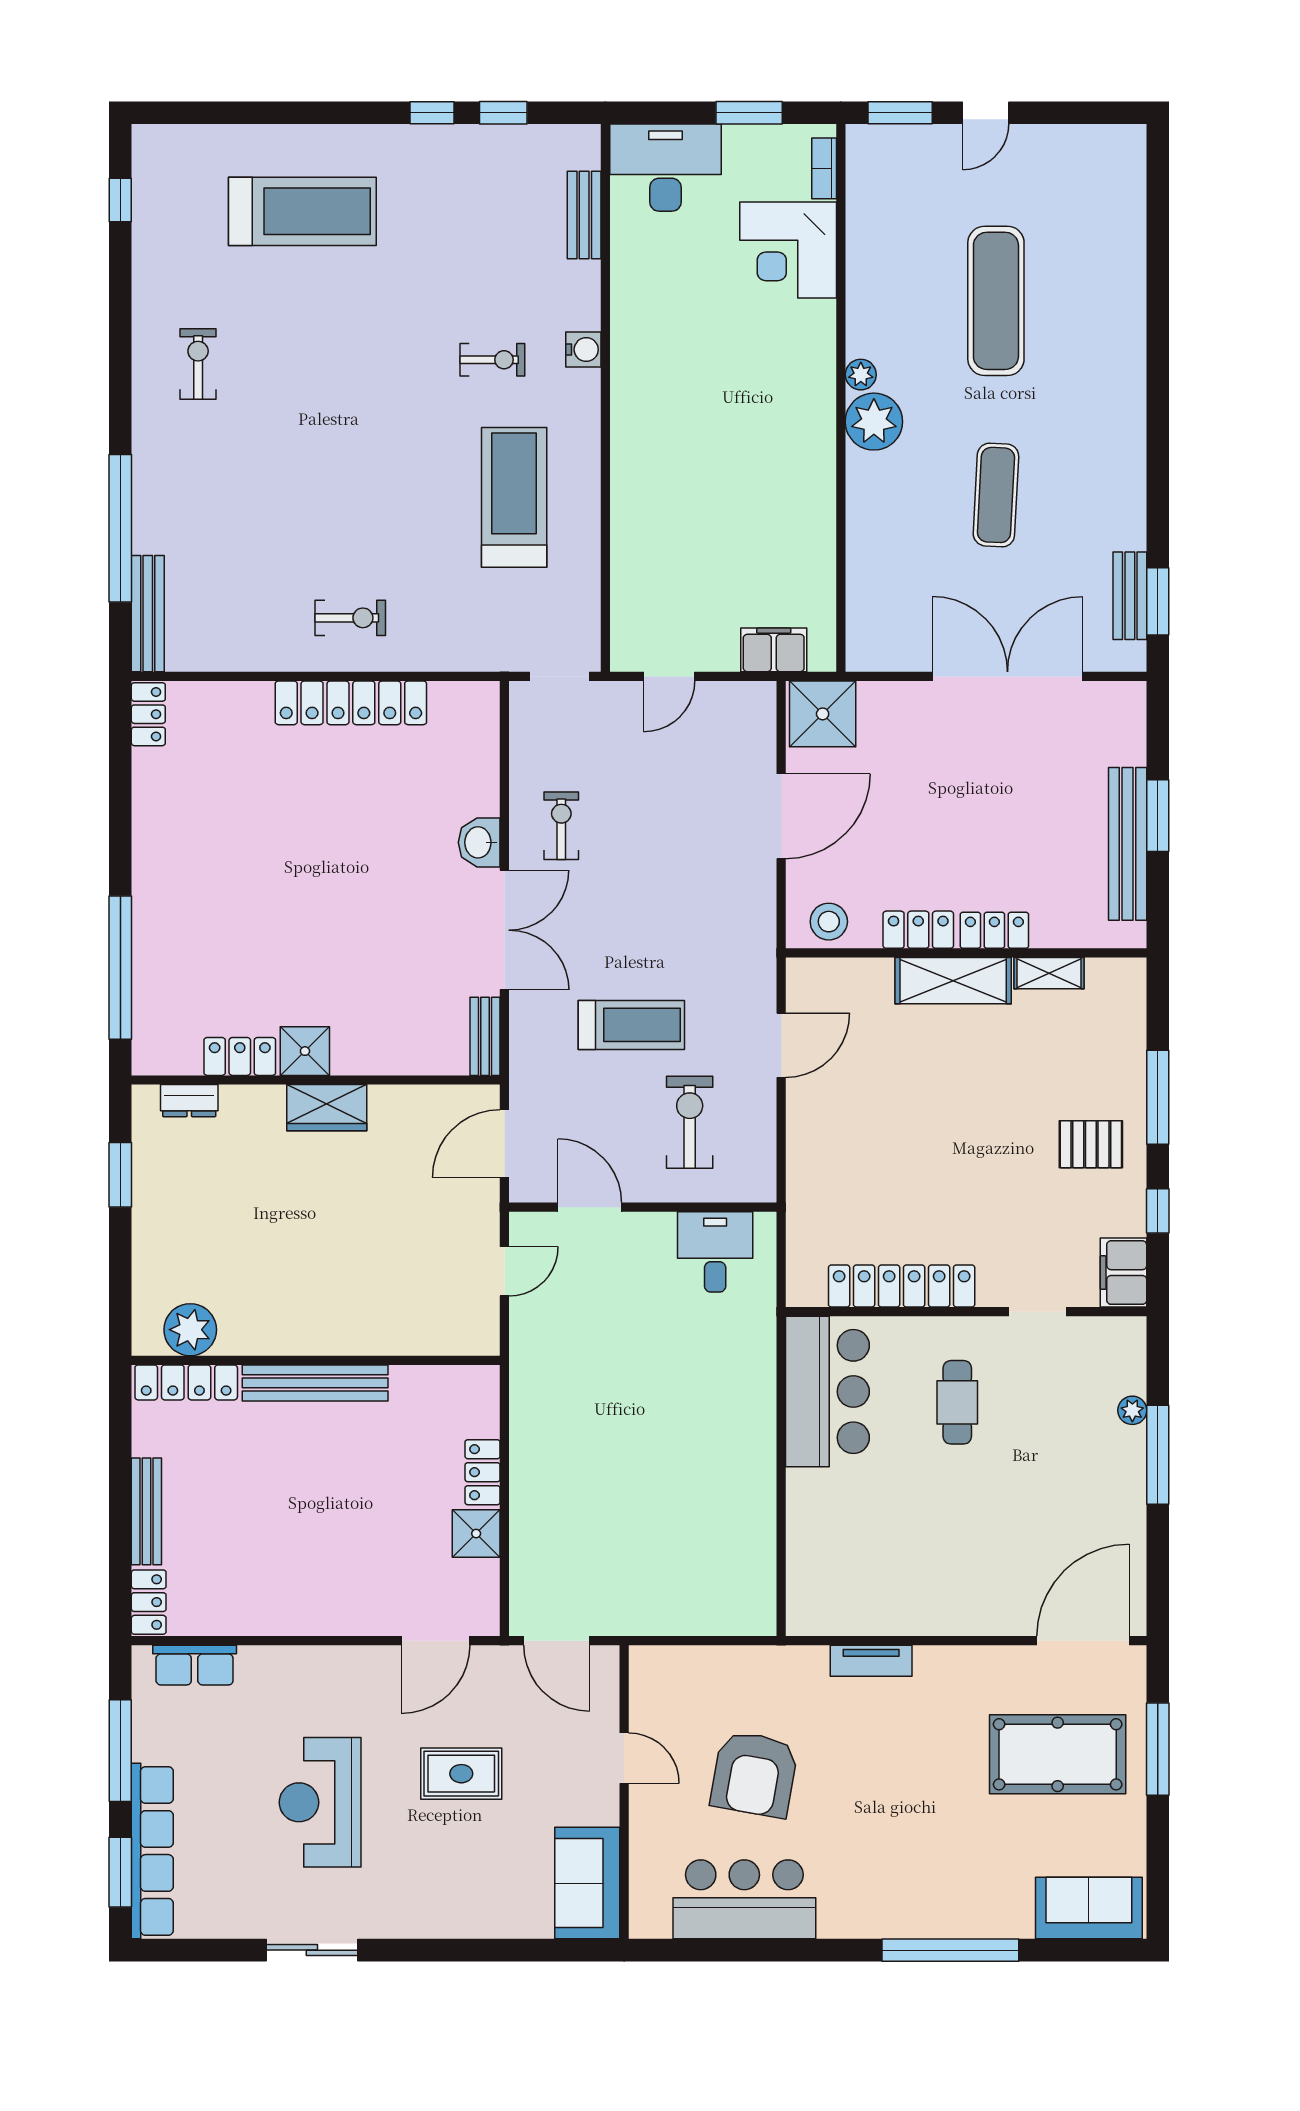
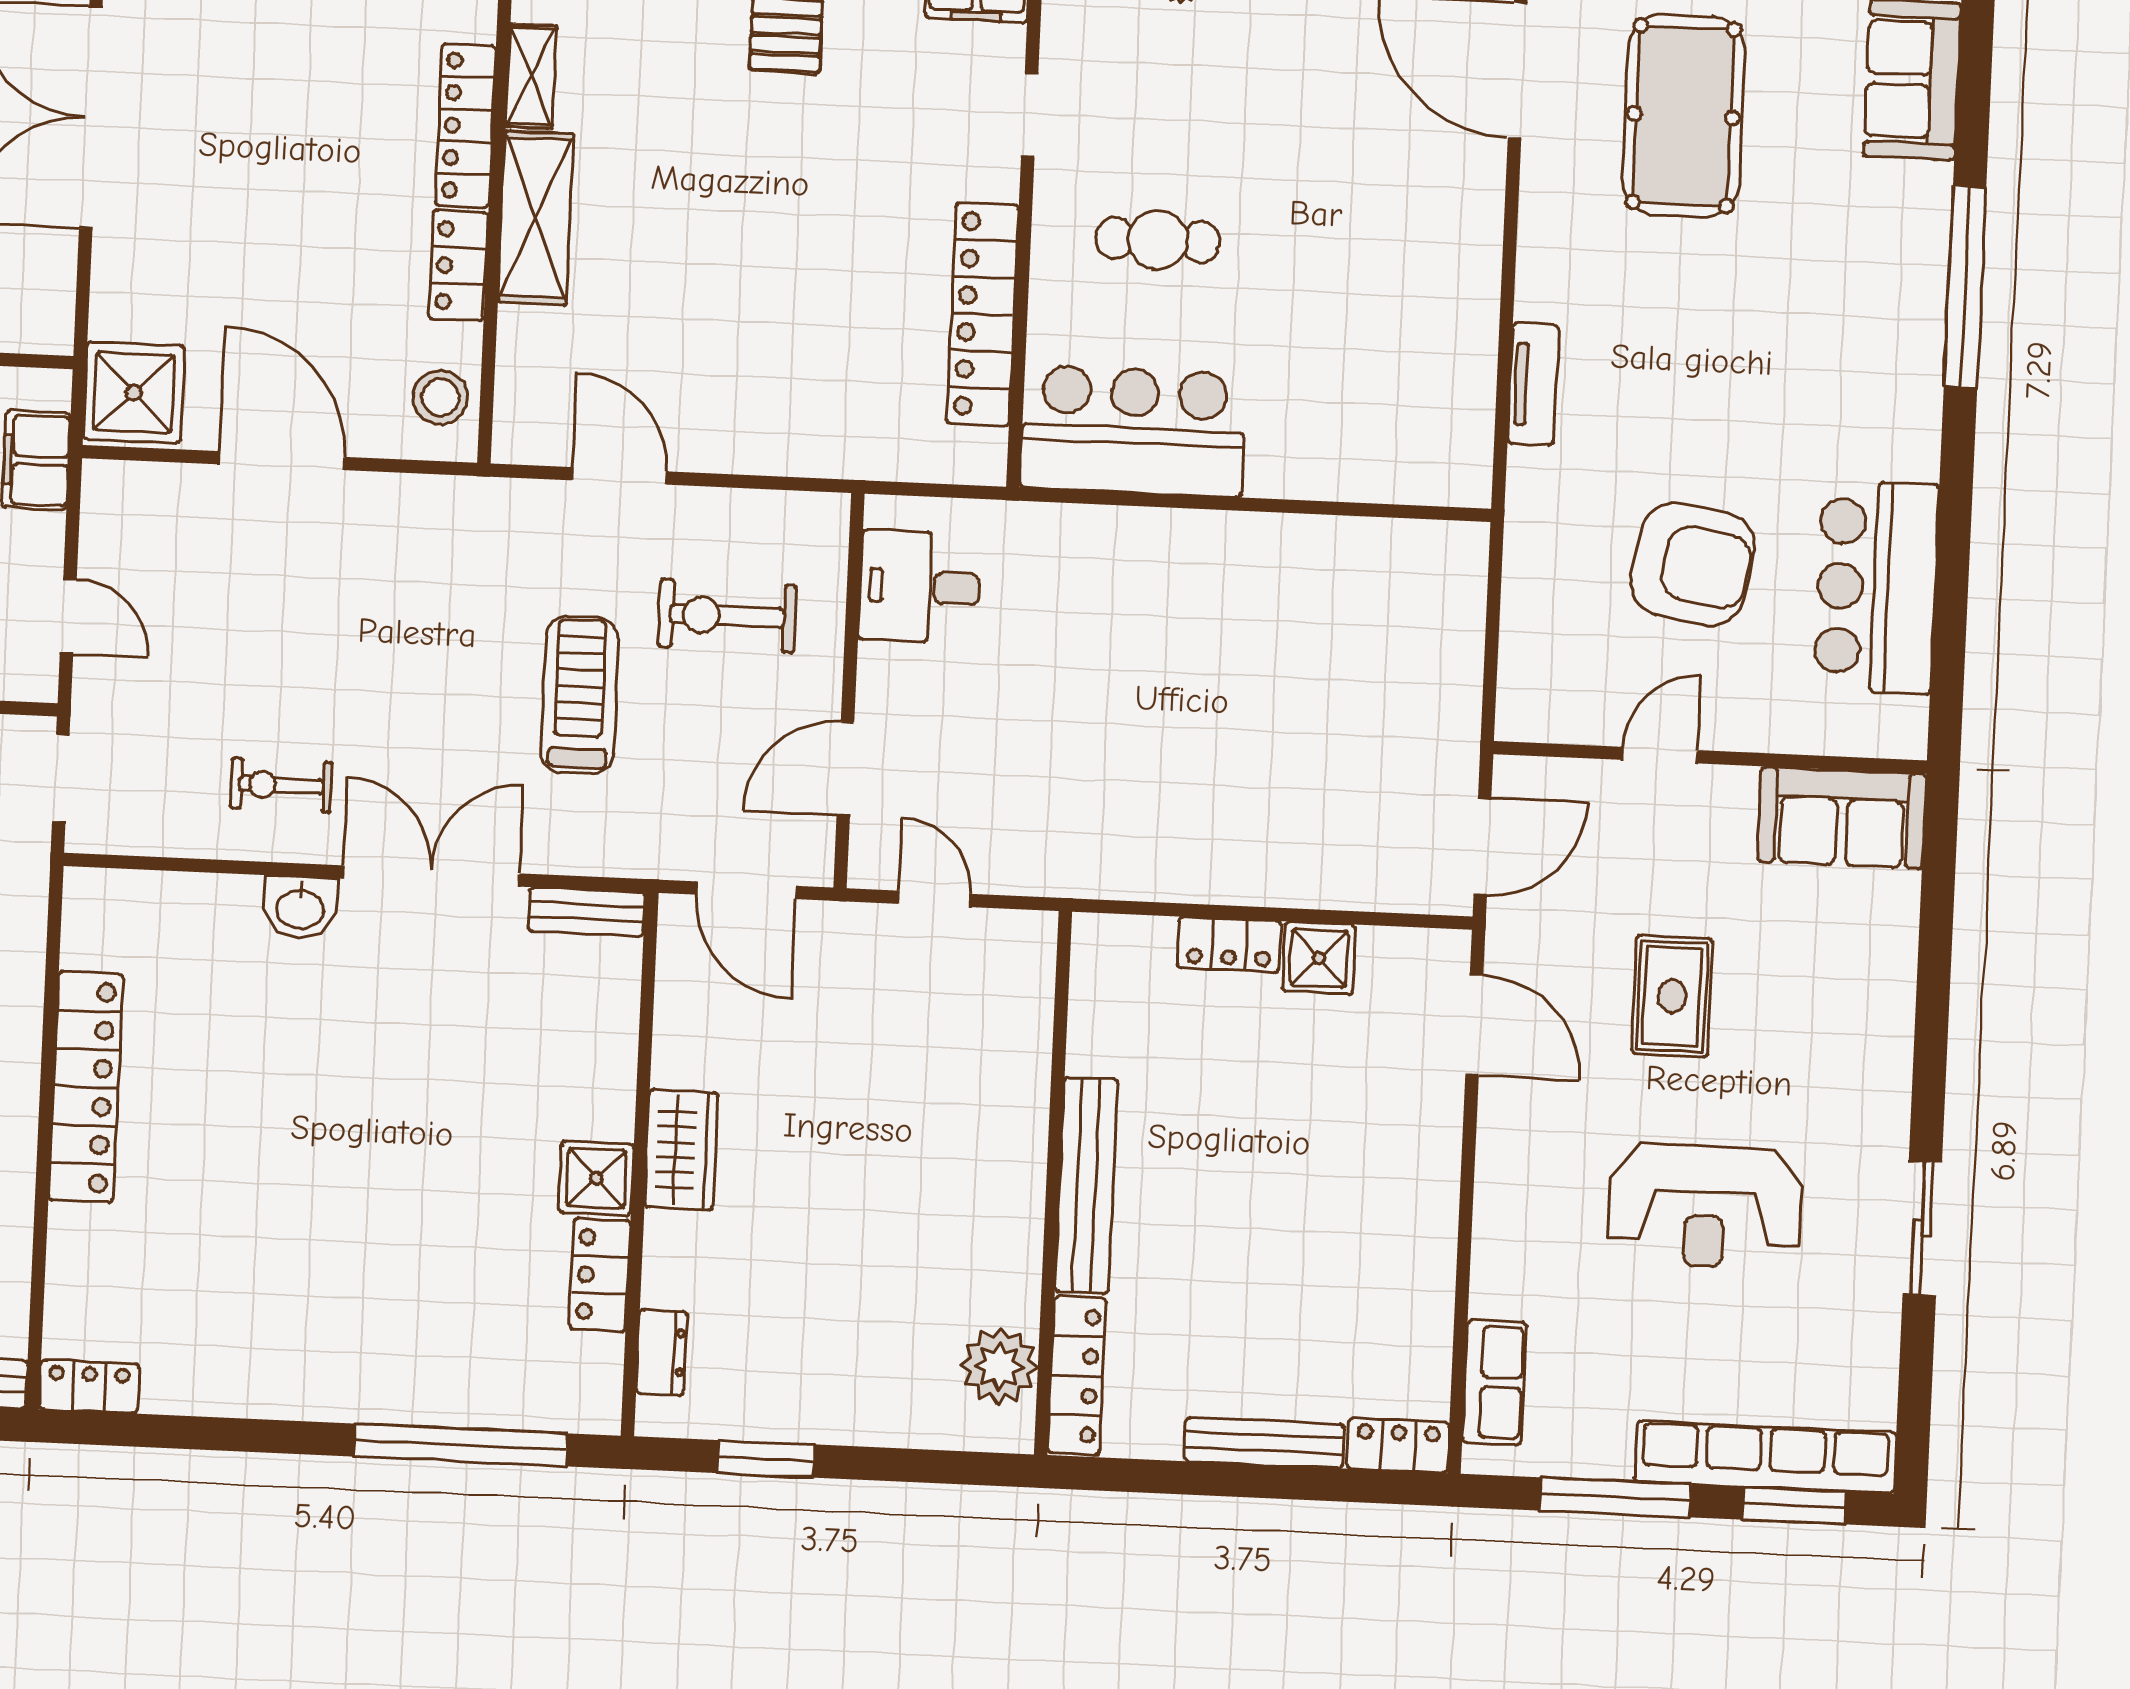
locker: (994, 930) -> (466, 126), width x1.53

